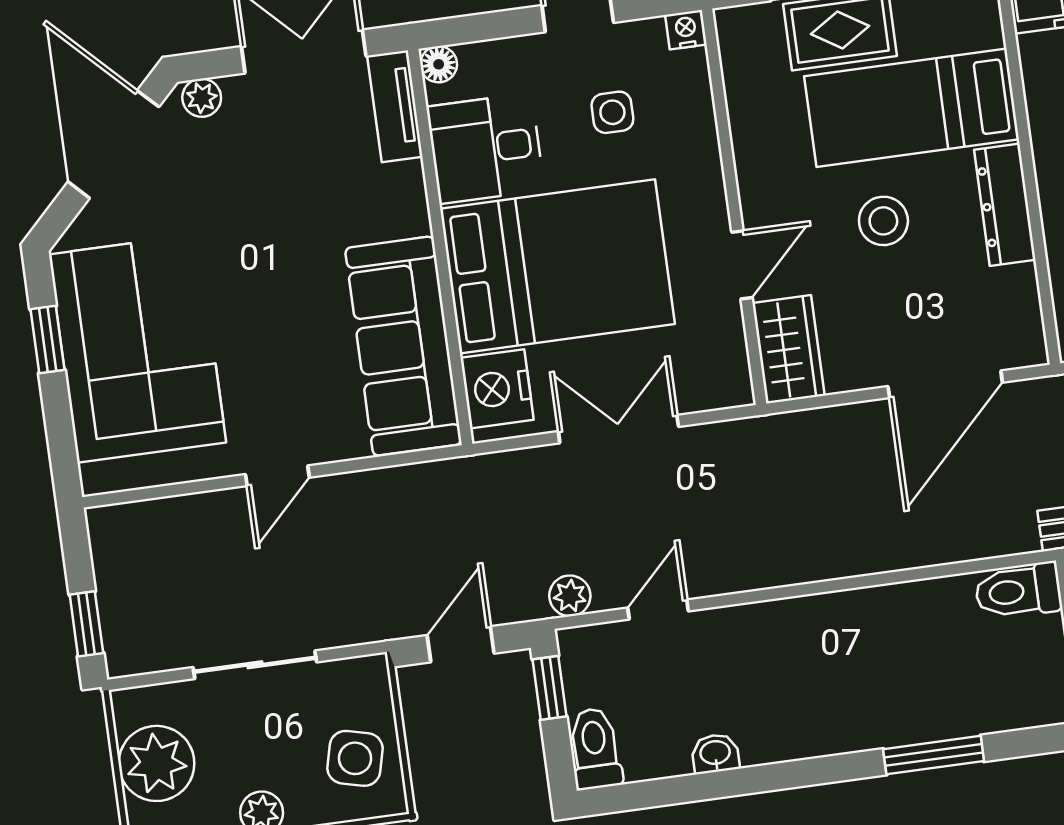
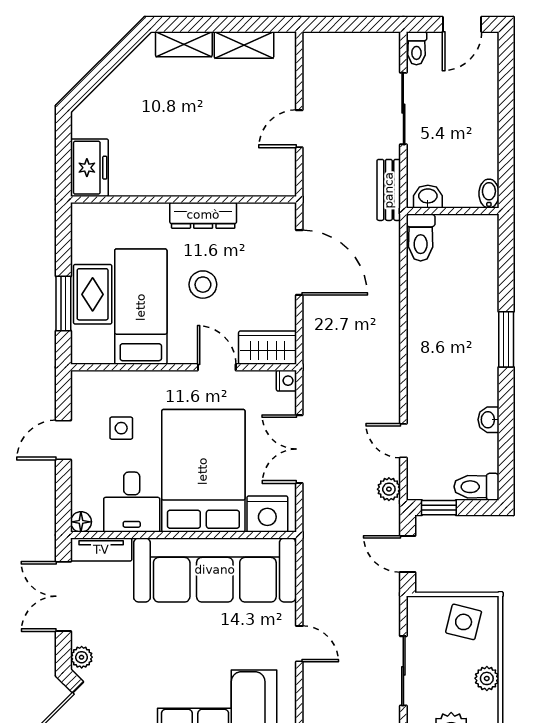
nightstand: (686, 30) -> (286, 381), moved, turned 180
bed: (912, 108) -> (141, 307), moved, turned 180
sofa: (403, 346) -> (215, 570), width x1.36, depth x1.27
window: (934, 755) -> (506, 339), moved

